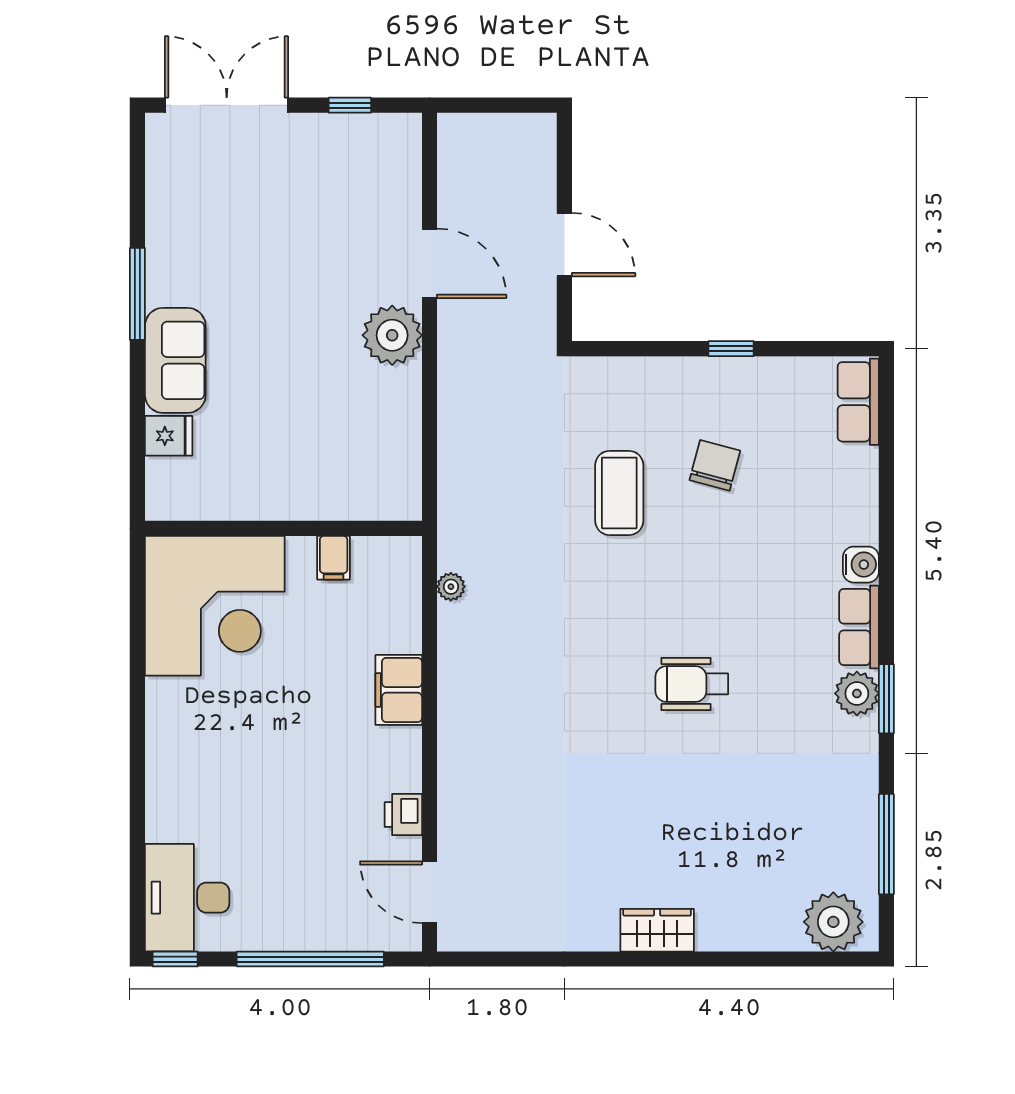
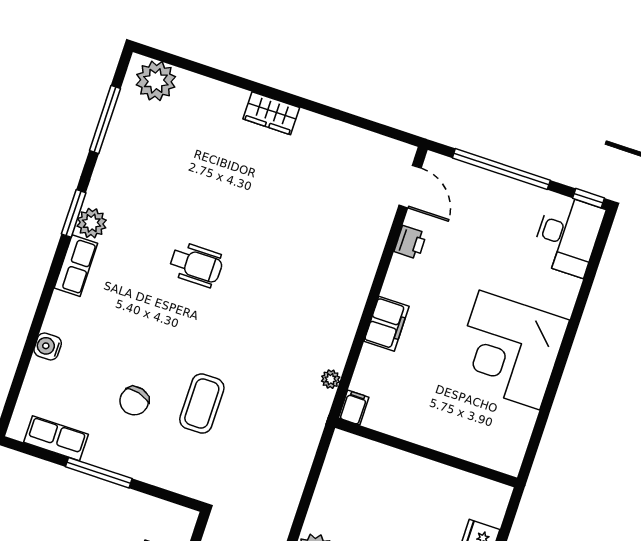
window: (731, 349) -> (99, 473), width x2.17
row of seats: (858, 402) -> (56, 438), moved, turned -90
filing cabinet: (334, 558) -> (354, 408), moved
water cooler: (861, 565) -> (48, 346), moved
corner desk: (215, 606) -> (510, 350), moved, turned -90

